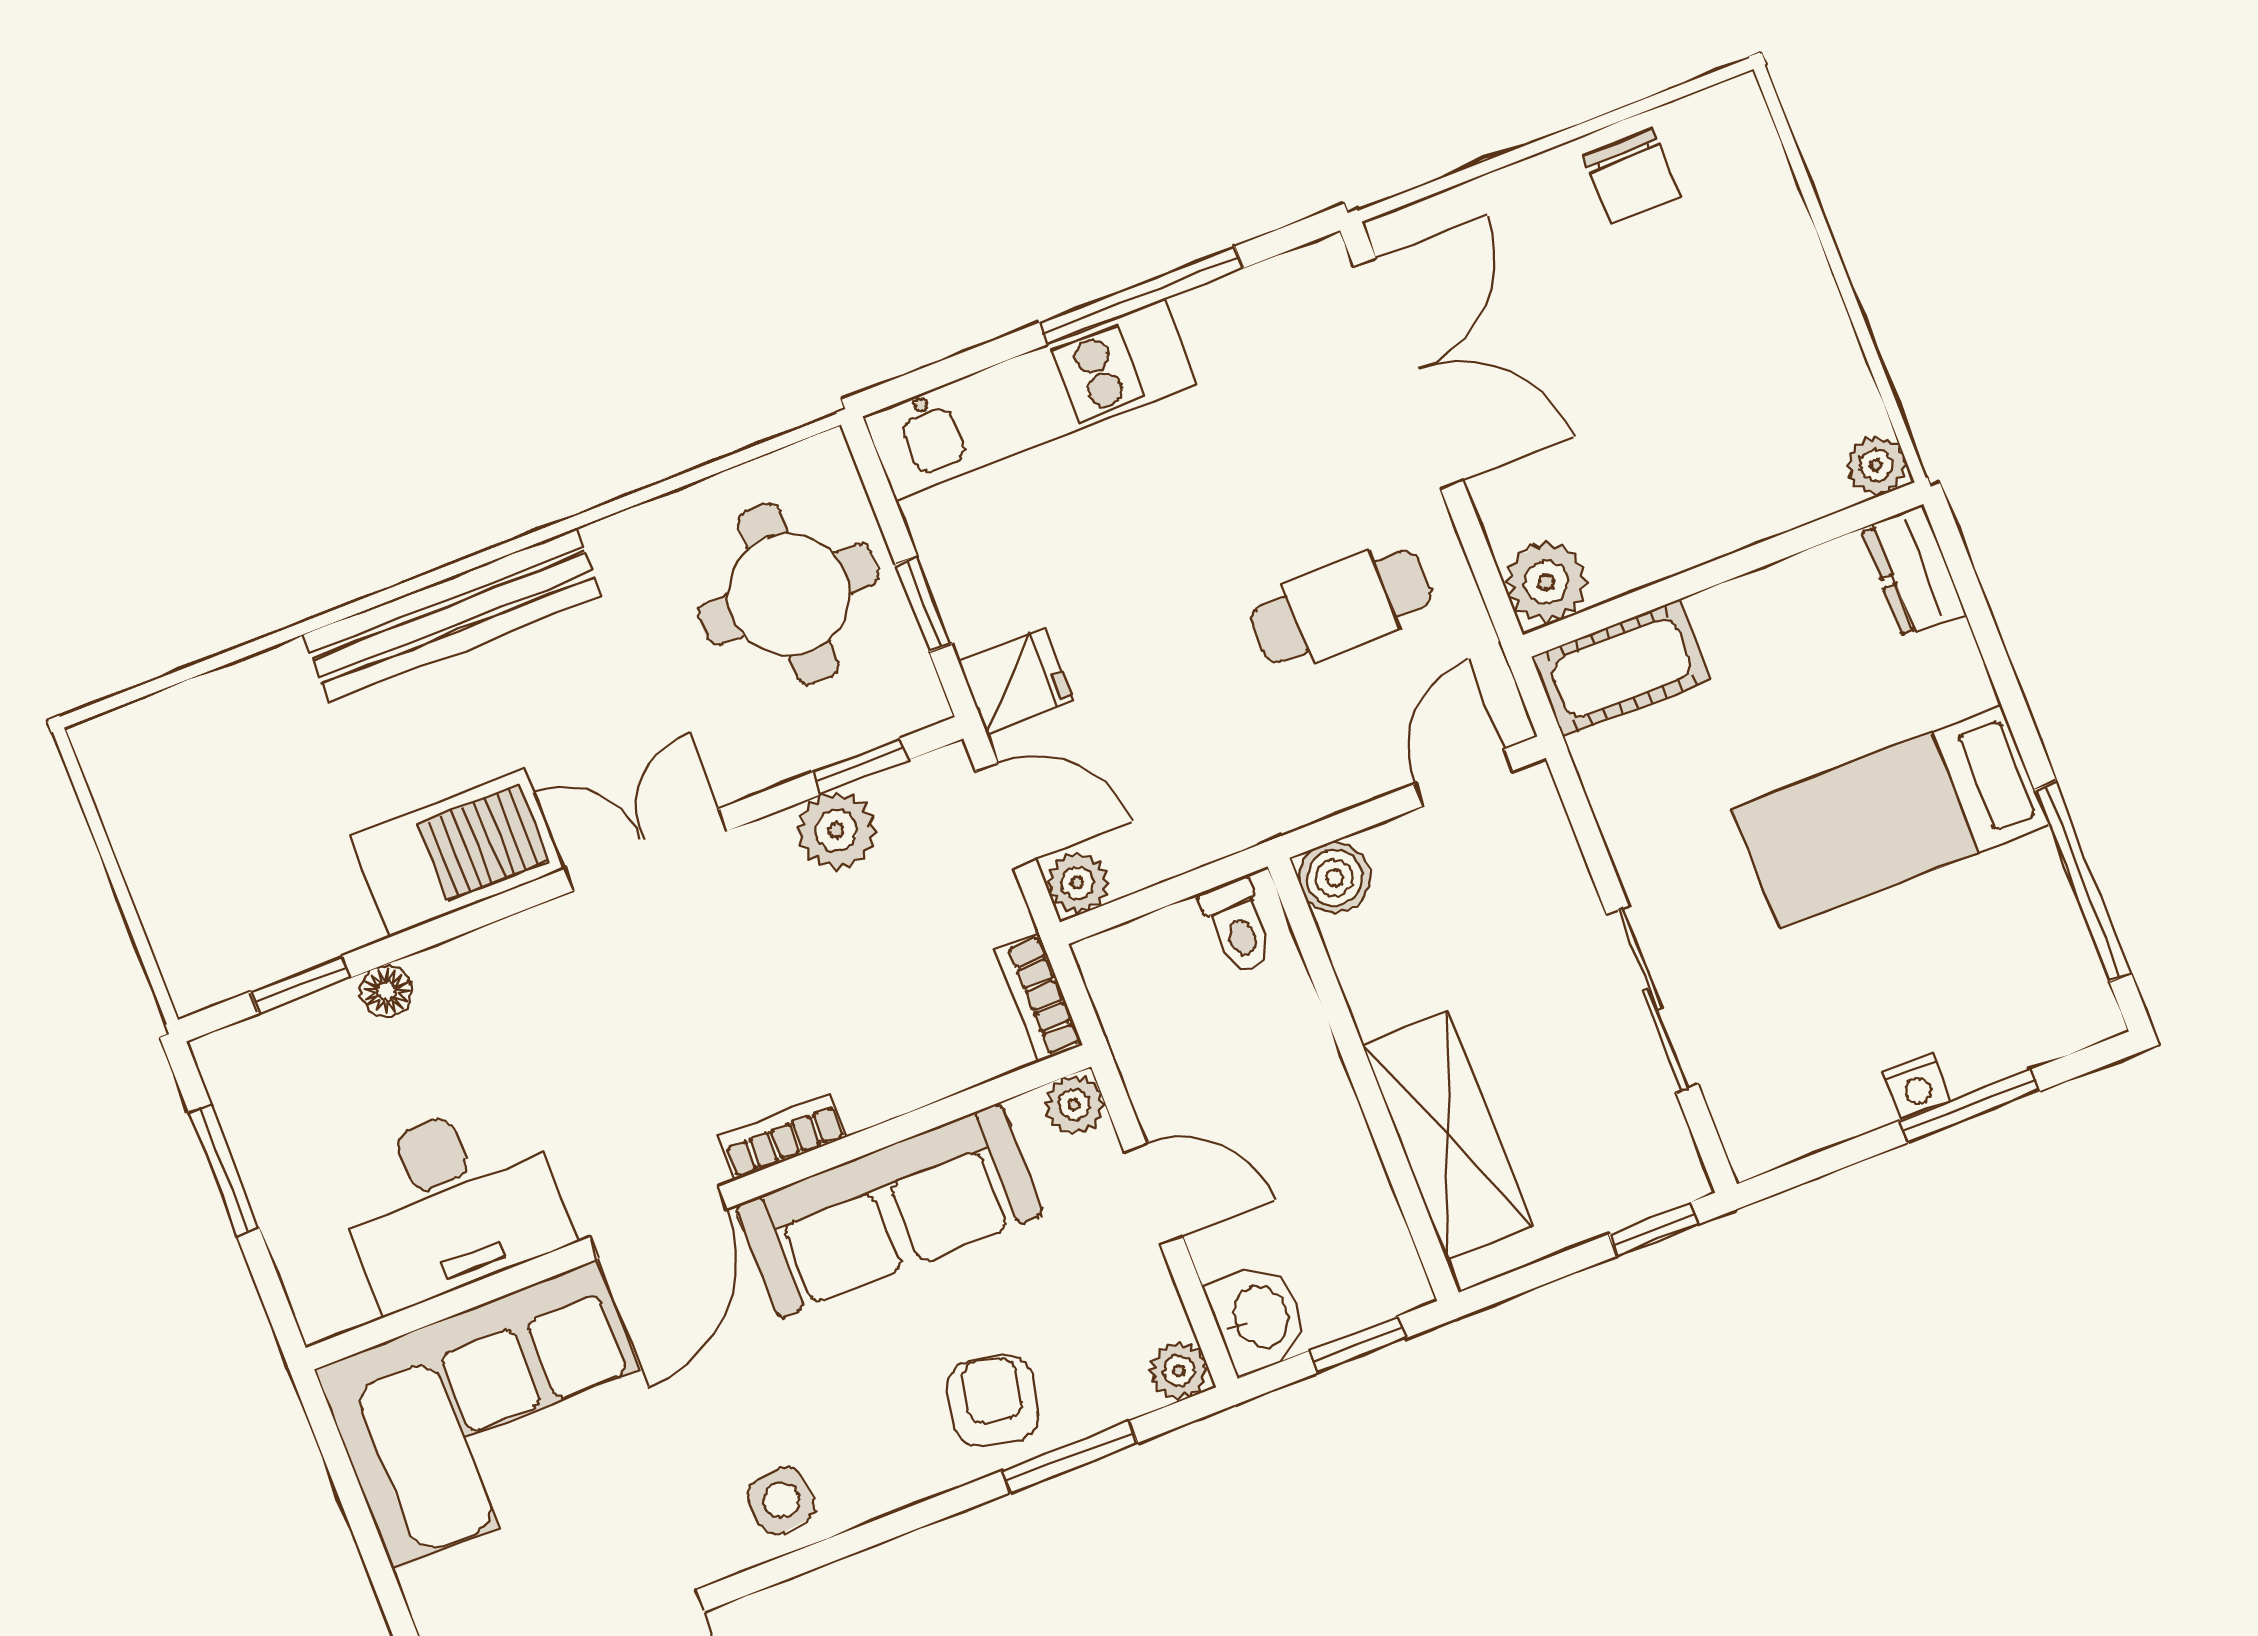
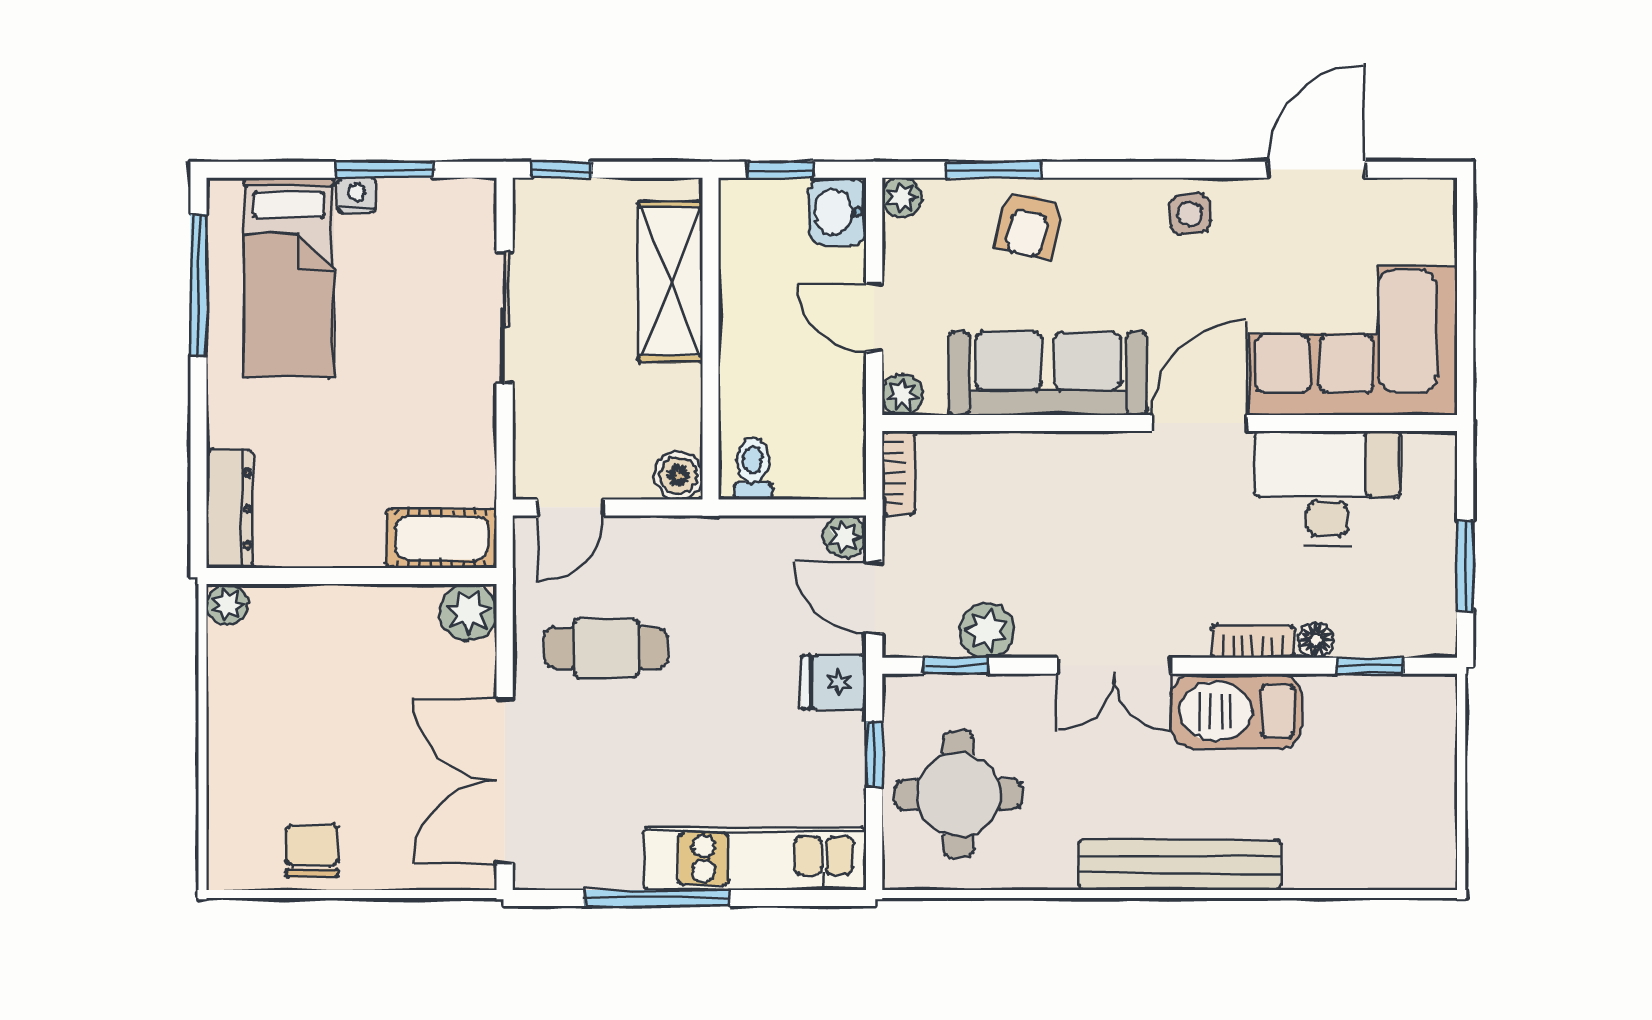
dresser: (1914, 572) -> (230, 509), width x1.44
bed: (1891, 817) -> (289, 277), moved, turned 90
window: (1969, 1106) -> (384, 170), moved
bookcase: (783, 1136) -> (1253, 641), moved, turned 180

